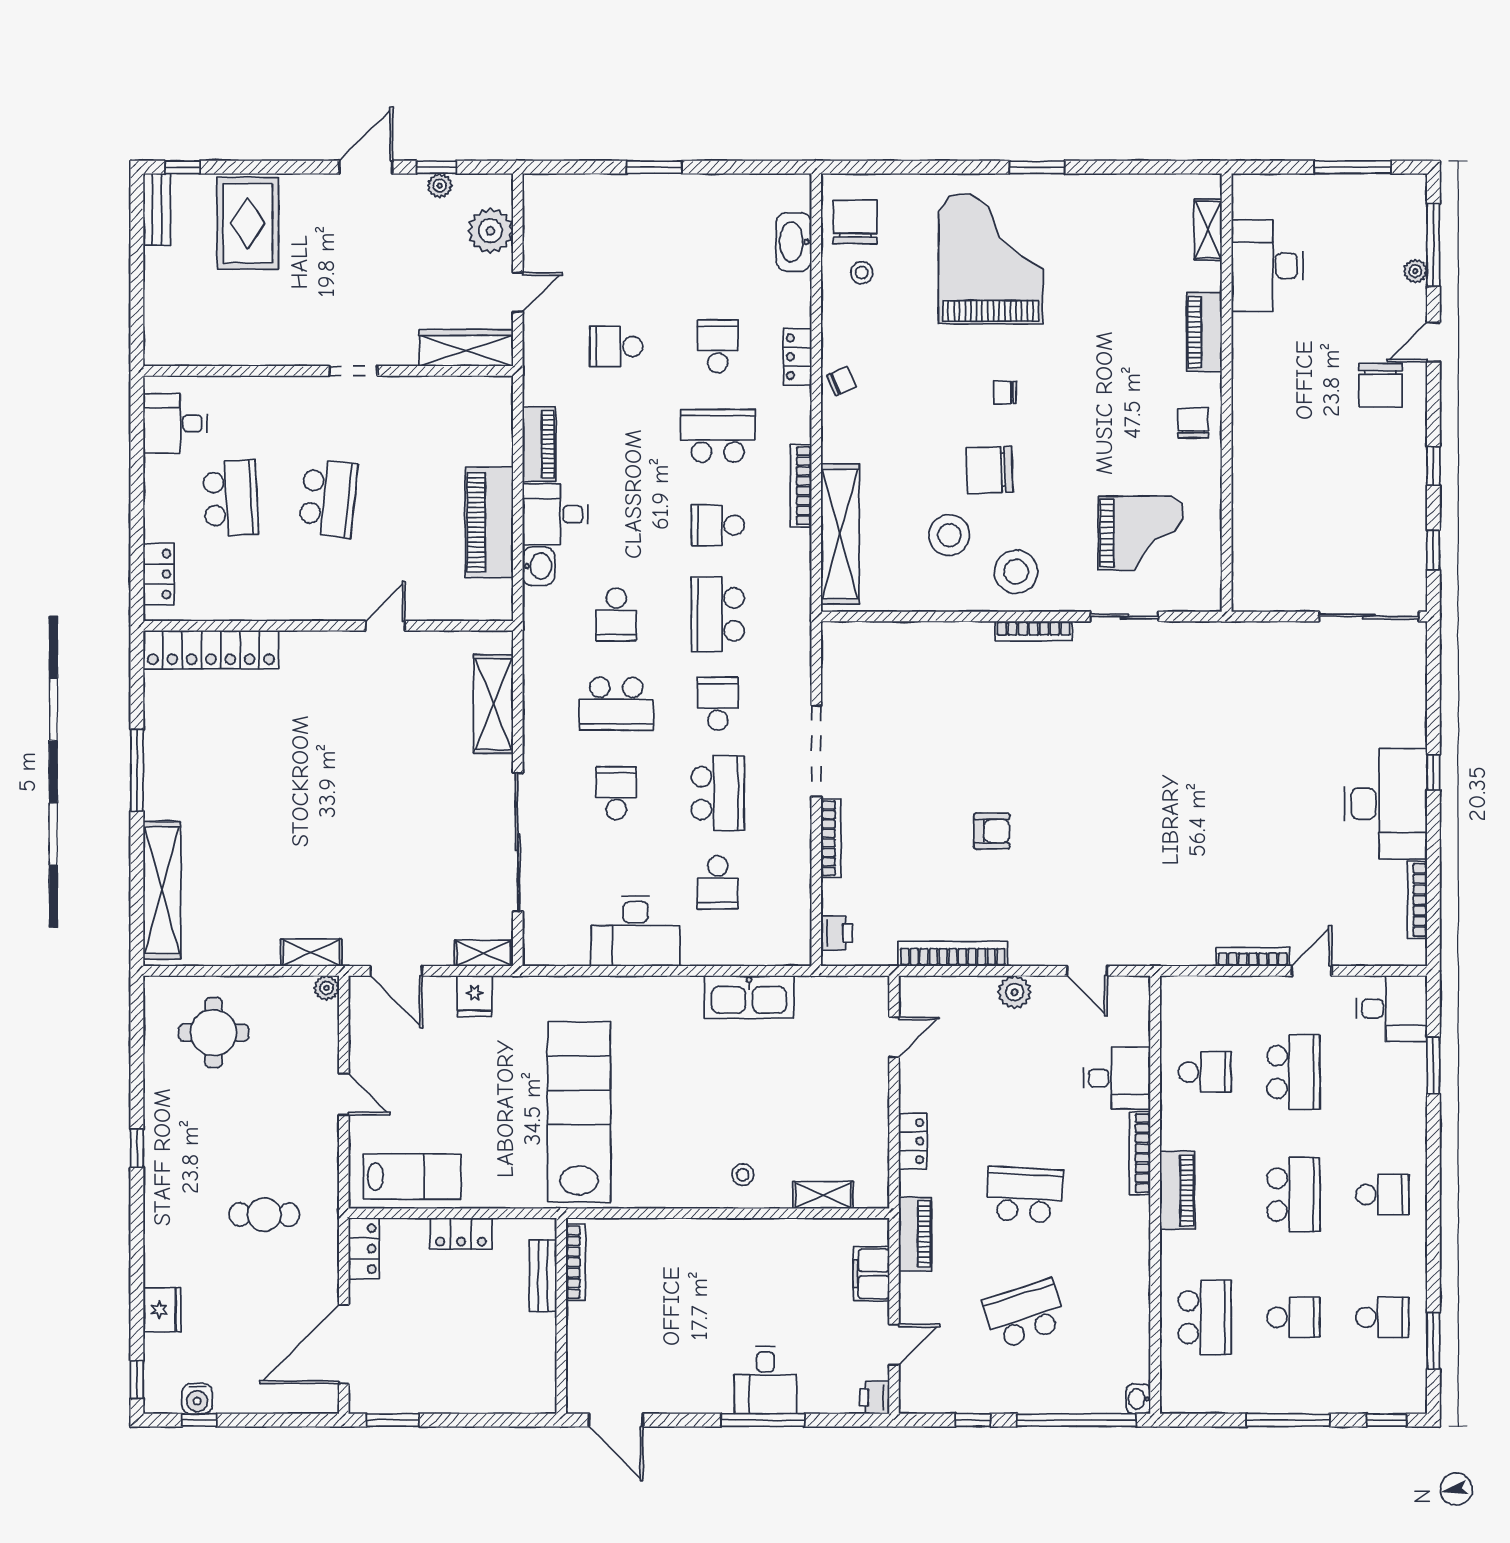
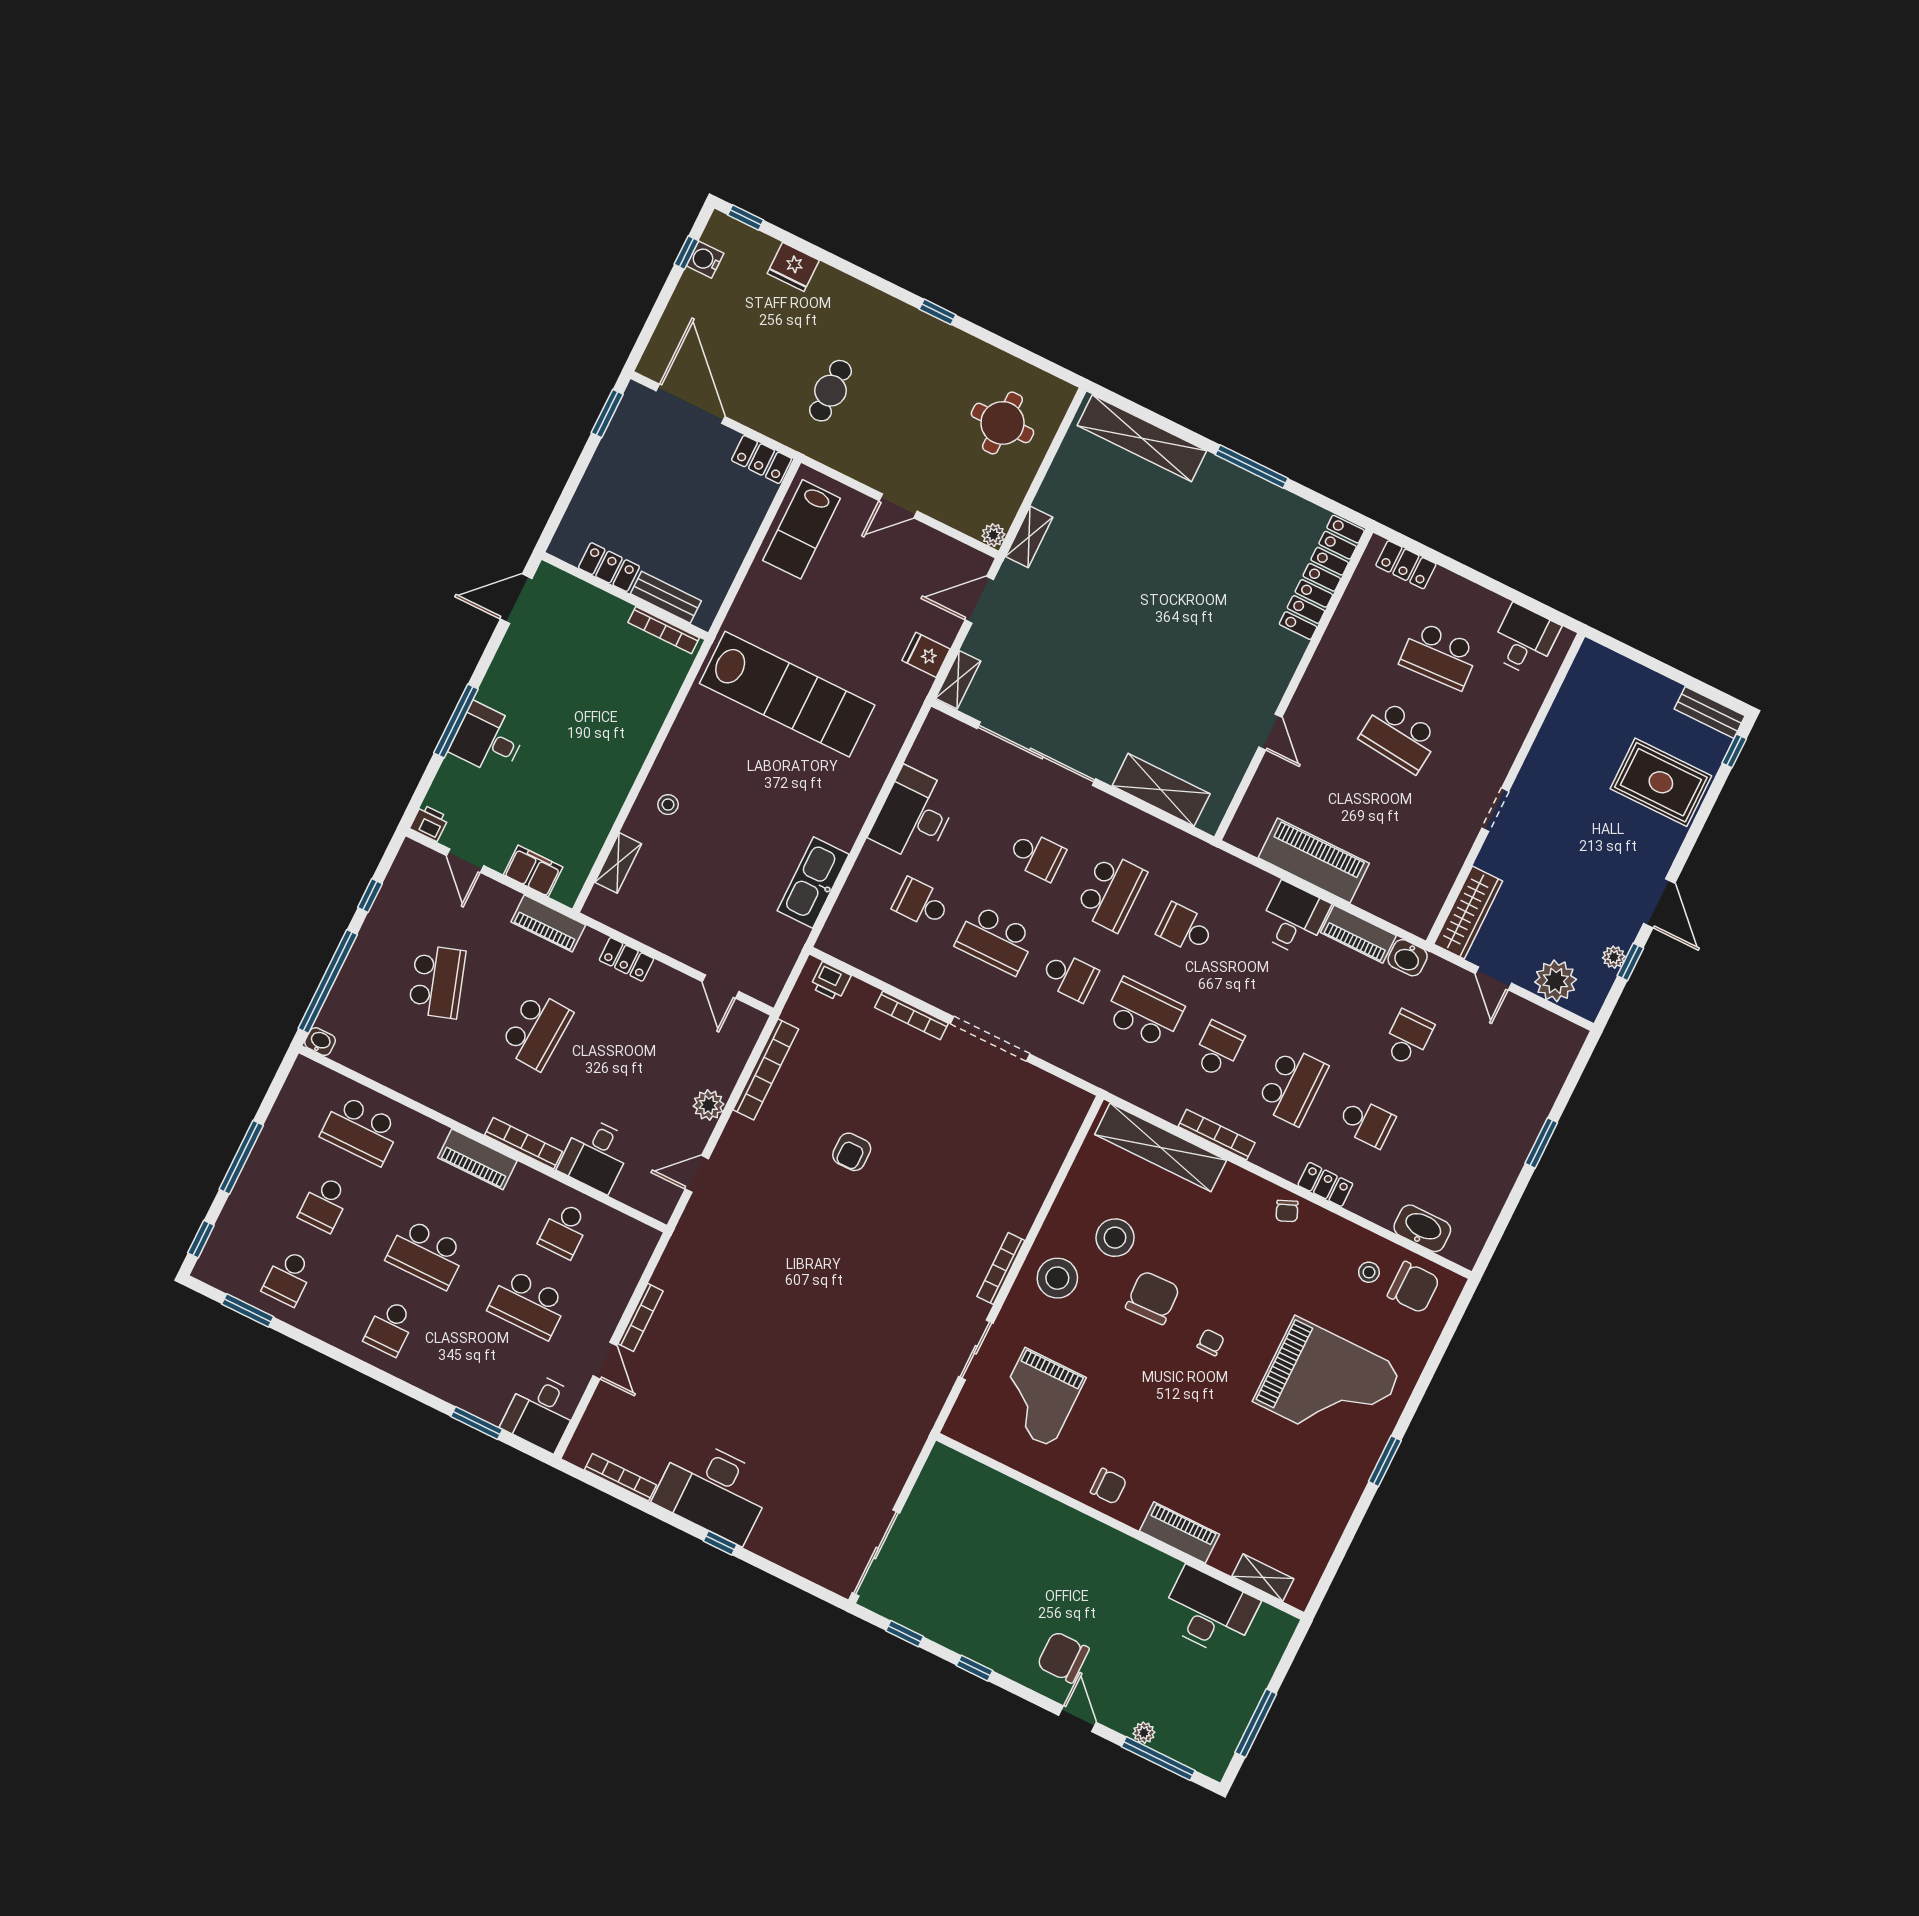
washbasin: (539, 566) -> (1408, 958), moved
school desk: (616, 704) -> (1111, 892), turned 180
locker: (461, 1234) -> (609, 567), moved, turned 90

